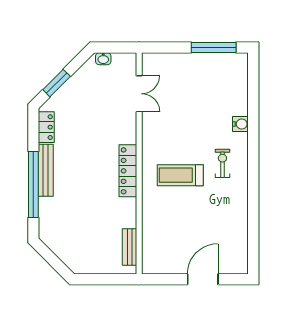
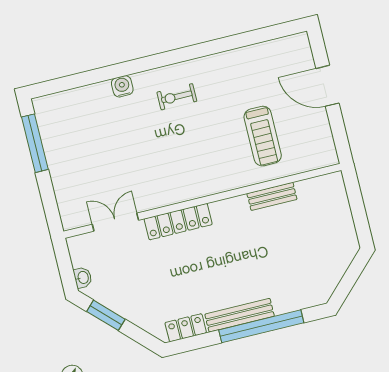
window: (57, 83) -> (106, 315), moved
locker: (128, 171) -> (178, 222), moved
treadmill: (180, 175) -> (263, 136), moved
bench: (129, 247) -> (272, 196), moved

